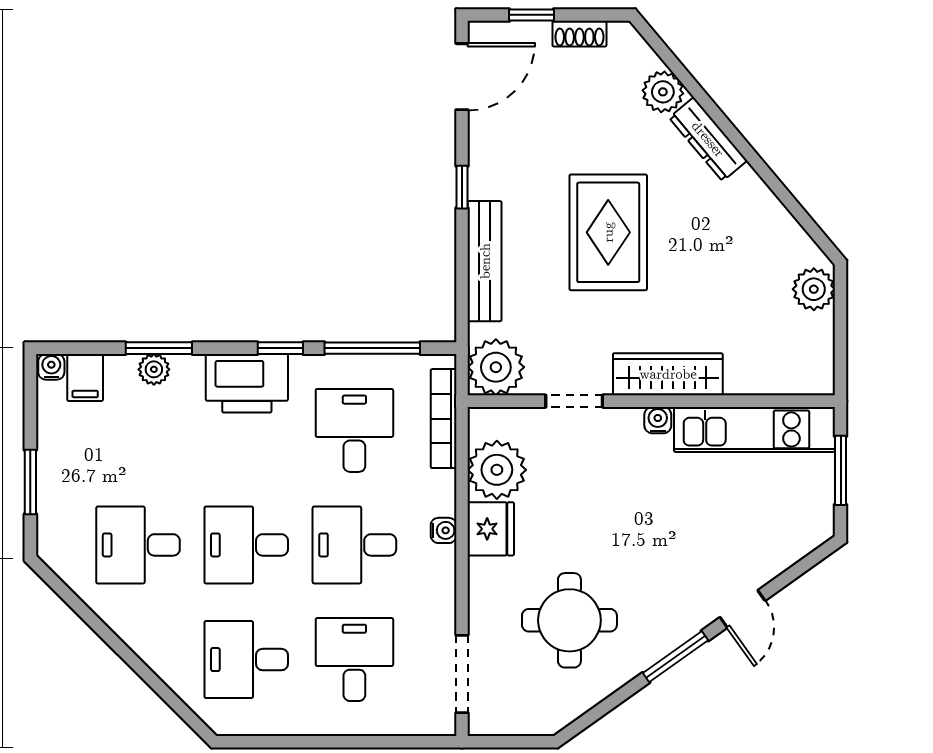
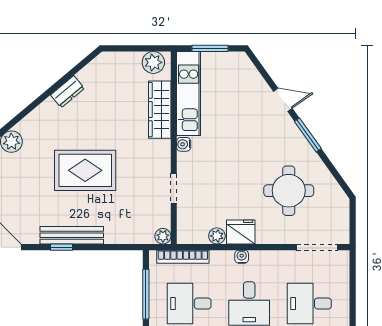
dresser: (708, 139) -> (67, 92), moved, width x0.70
bench: (485, 261) -> (72, 235), moved
plant: (814, 289) -> (153, 62), moved
plant: (496, 367) -> (163, 236), width x0.53, depth x0.53
wardrobe: (668, 374) -> (160, 110), moved
plant: (497, 470) -> (217, 236), width x0.53, depth x0.53

